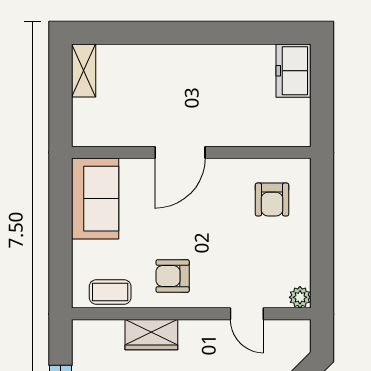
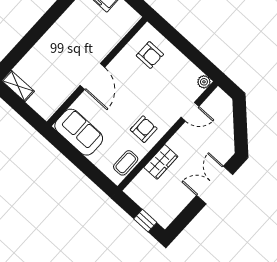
armchair: (173, 276) -> (144, 129), turned 180

